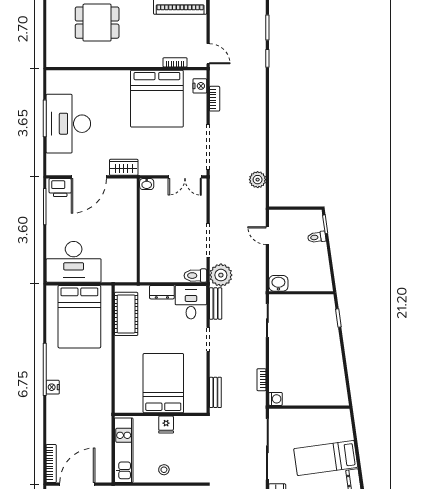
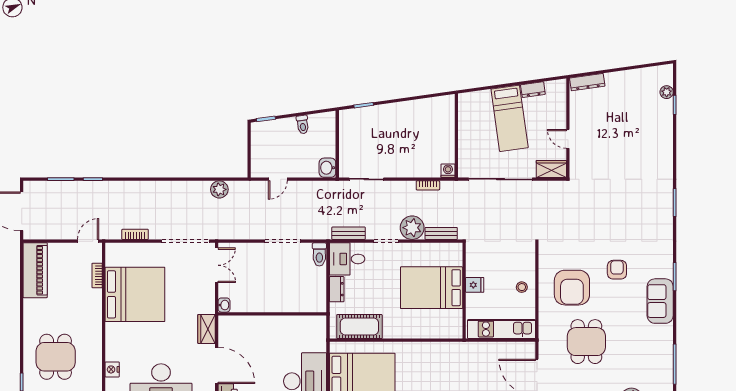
nightstand: (200, 86) -> (112, 369), moved, turned -90
toilet: (317, 237) -> (303, 125), moved
plant: (221, 275) -> (412, 228), moved

